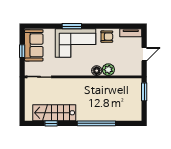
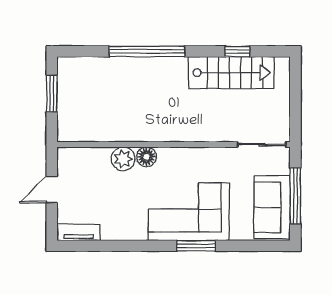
armchair: (107, 37) -> (126, 225), removed
window: (22, 51) -> (295, 196), width x2.17
window: (144, 92) -> (52, 94), moved

